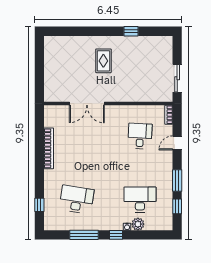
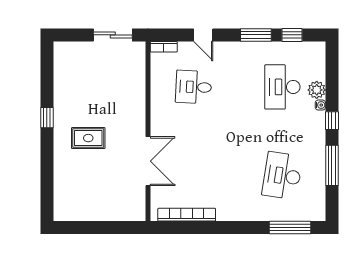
window: (131, 31) -> (47, 118), moved
bookcase: (49, 148) -> (187, 215), moved
window: (39, 205) -> (290, 228), width x2.17

